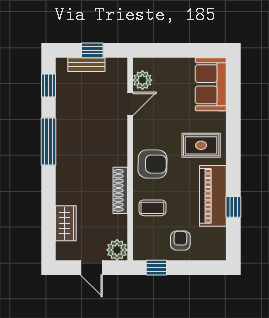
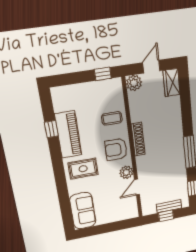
plant: (142, 80) -> (126, 172), moved
shoe rack: (120, 190) -> (138, 139), moved
wardrobe: (66, 223) -> (172, 83), moved
armchair: (180, 241) -> (88, 97), removed
door: (91, 268) -> (151, 67), hinge flipped

